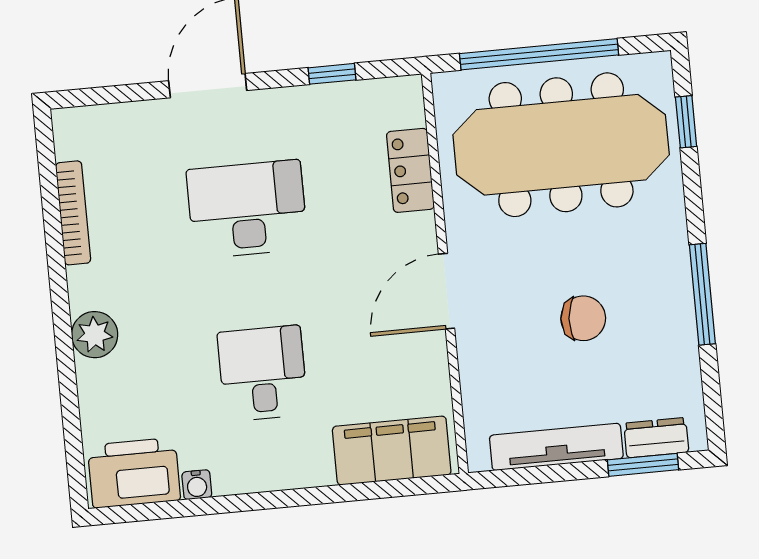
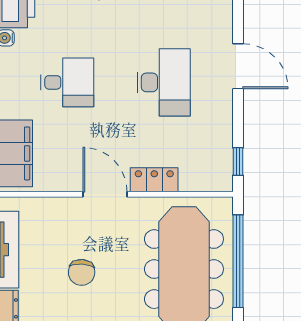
window: (332, 74) -> (238, 162), moved
locker: (410, 170) -> (154, 180), moved

